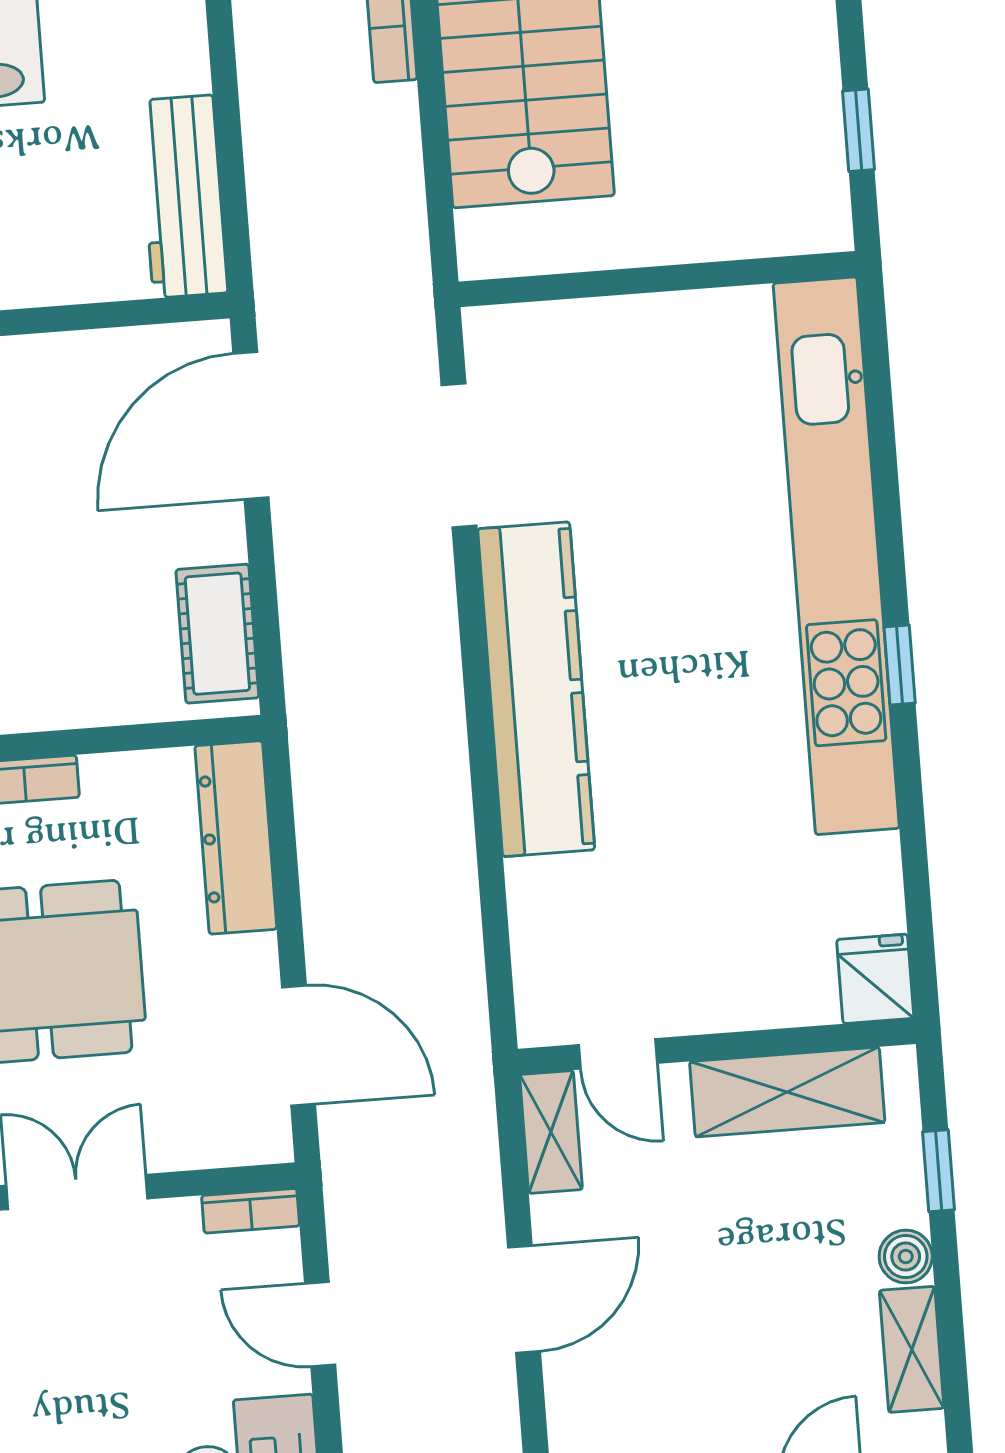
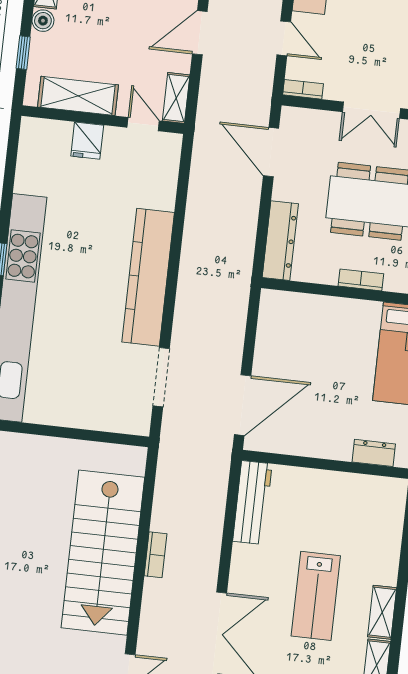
cot: (217, 634) -> (272, 324), removed
fridge: (875, 979) -> (87, 141), moved

